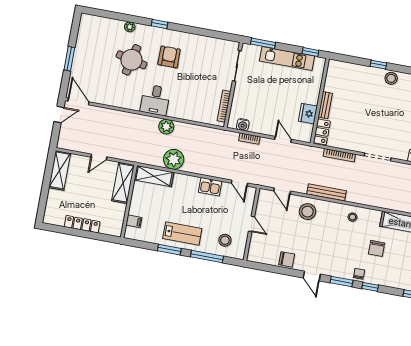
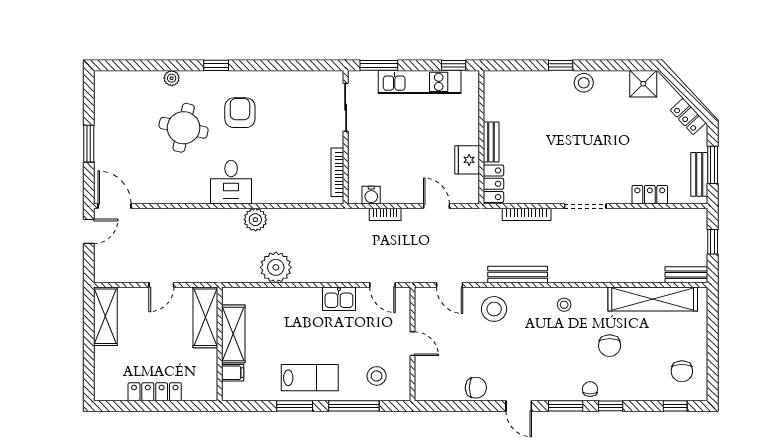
shelving: (154, 176) -> (233, 334), moved, turned 90

